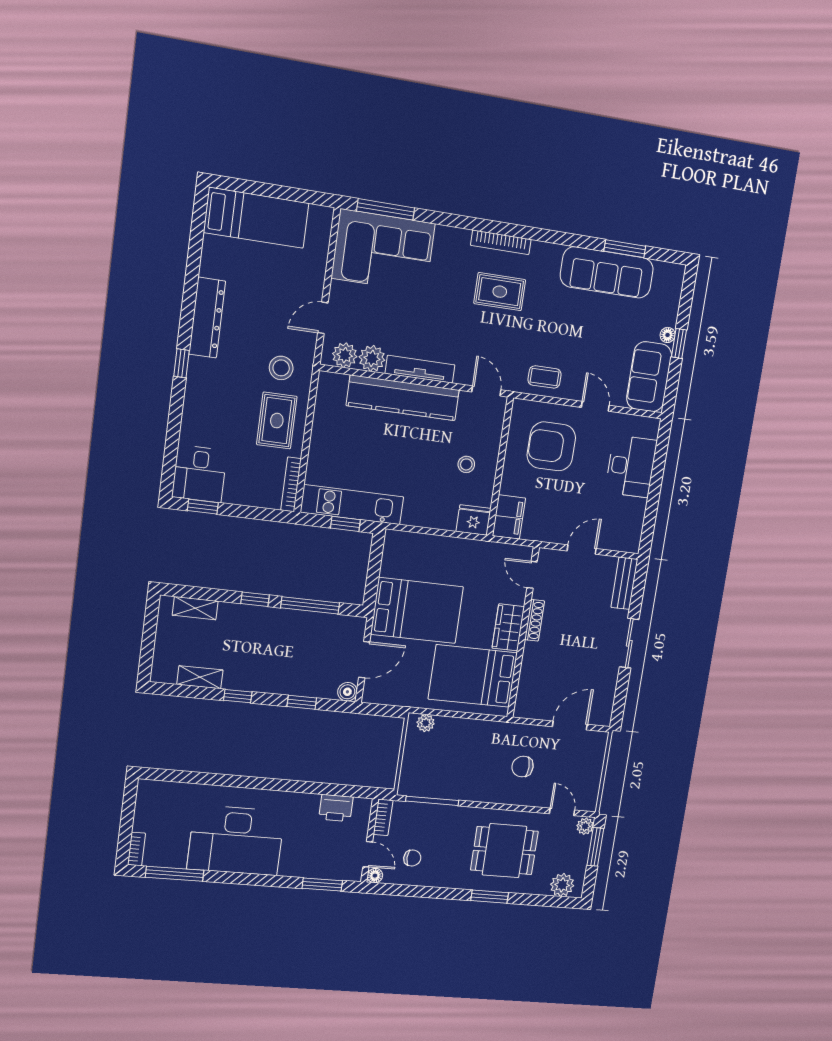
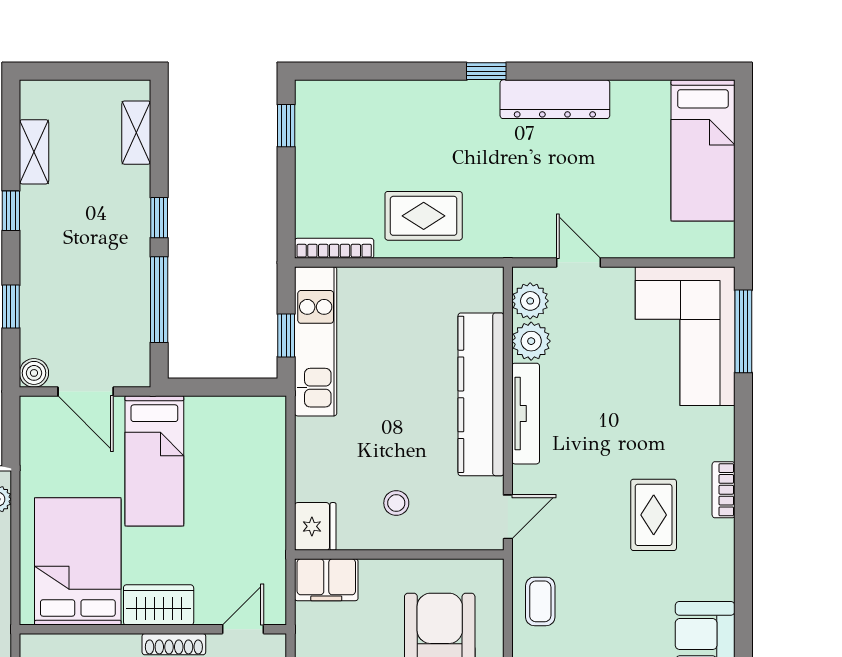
bookcase: (501, 242) -> (724, 490), width x0.64
stool: (281, 368) -> (499, 212), removed
desk: (199, 474) -> (333, 115), removed
bed: (417, 610) -> (154, 461), width x0.67

